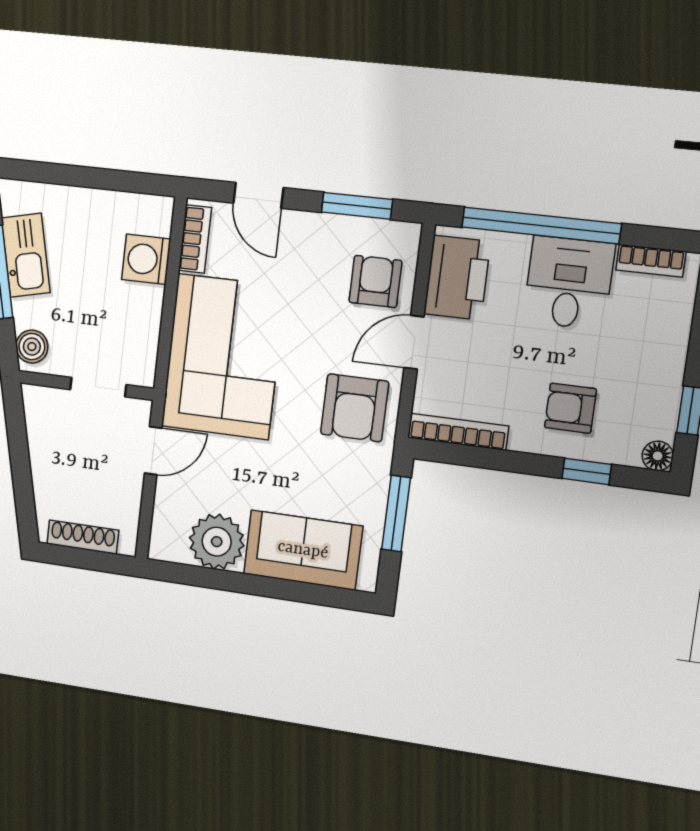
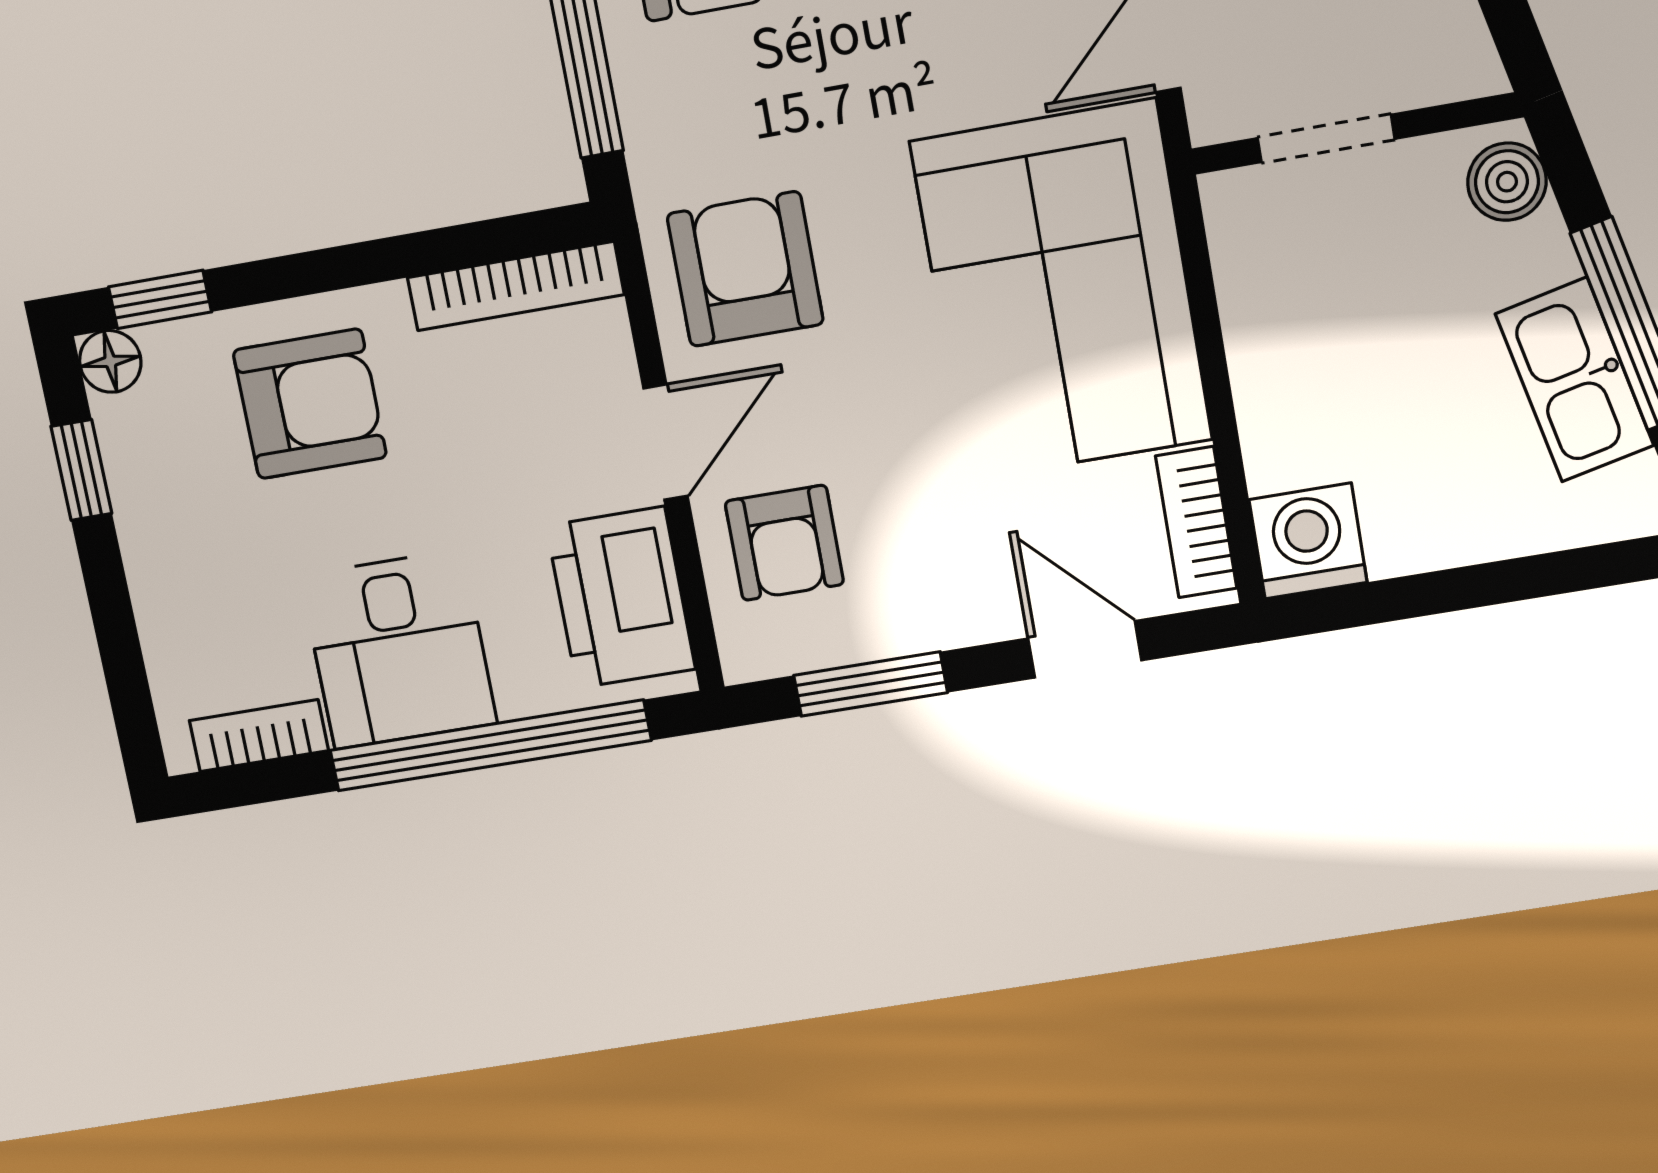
washing machine: (146, 259) -> (1308, 541), moved, turned -90
armchair: (570, 408) -> (310, 404), width x1.38, depth x1.38
window: (587, 472) -> (160, 299), moved

